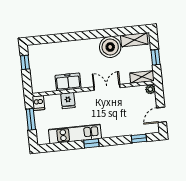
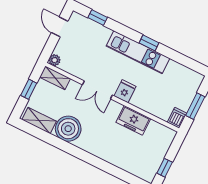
fridge: (68, 101) -> (125, 91), moved
door: (161, 115) -> (60, 27), swing flipped
kitchen unit: (75, 134) -> (138, 52), moved

